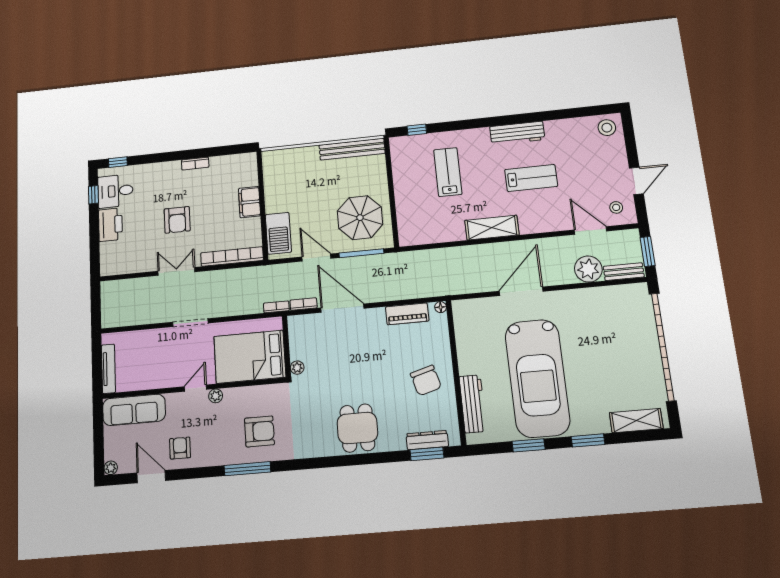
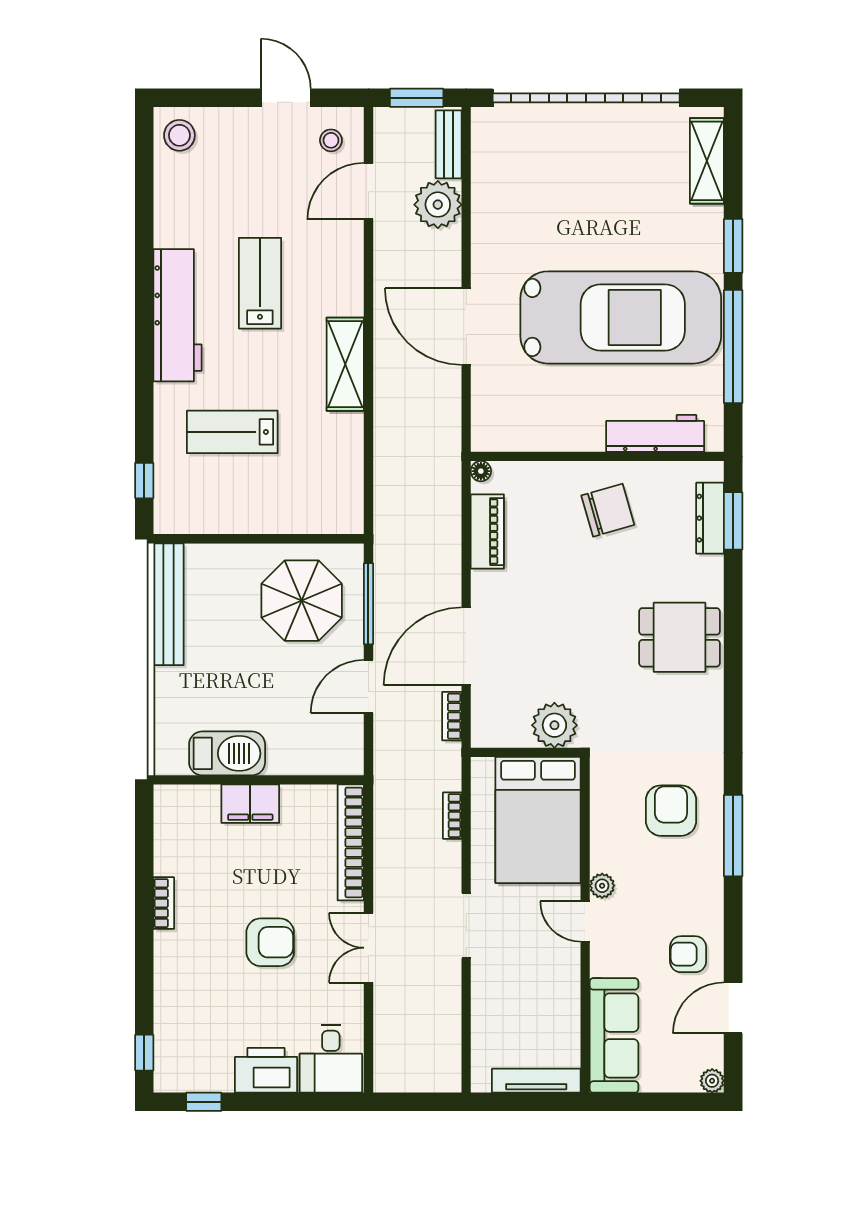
workbench: (517, 133) -> (177, 315), width x1.36, depth x1.32
desk: (115, 191) -> (331, 1059), moved
barbecue: (278, 233) -> (227, 753), moved
bookcase: (276, 307) -> (452, 816), moved
plant: (297, 368) -> (554, 725), width x1.87, depth x1.87
window: (529, 445) -> (733, 347), width x2.11

